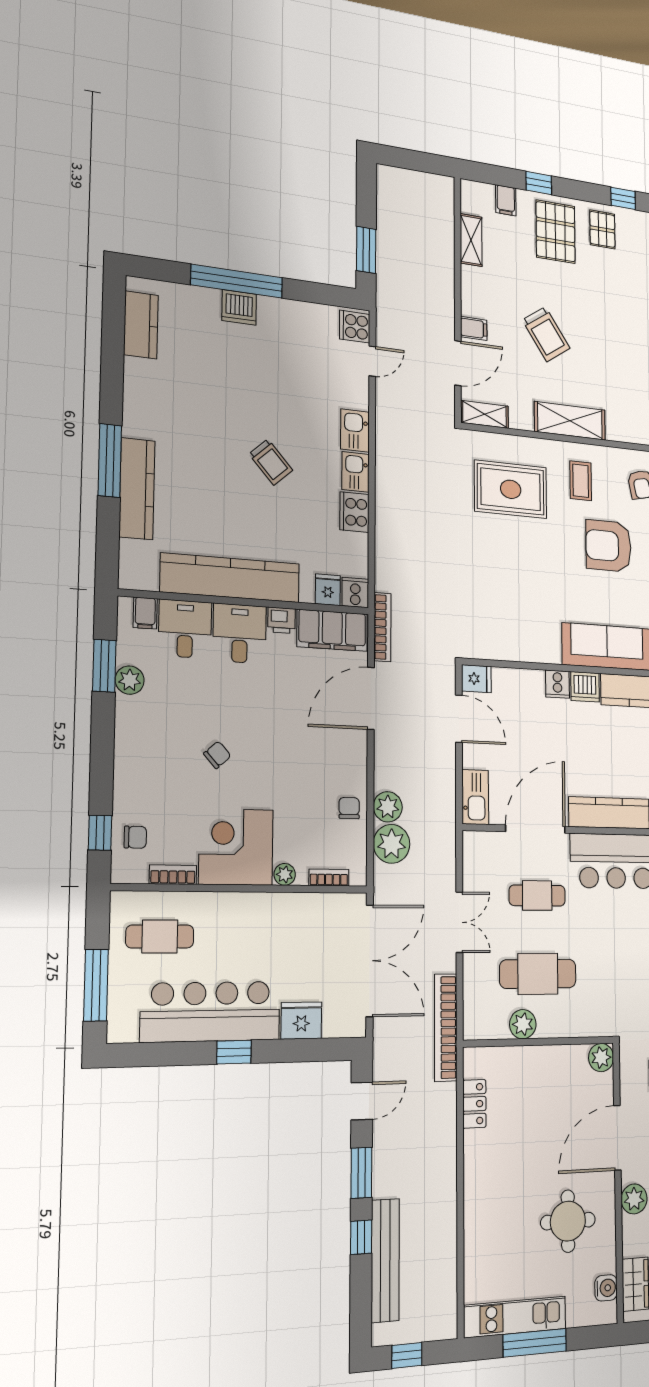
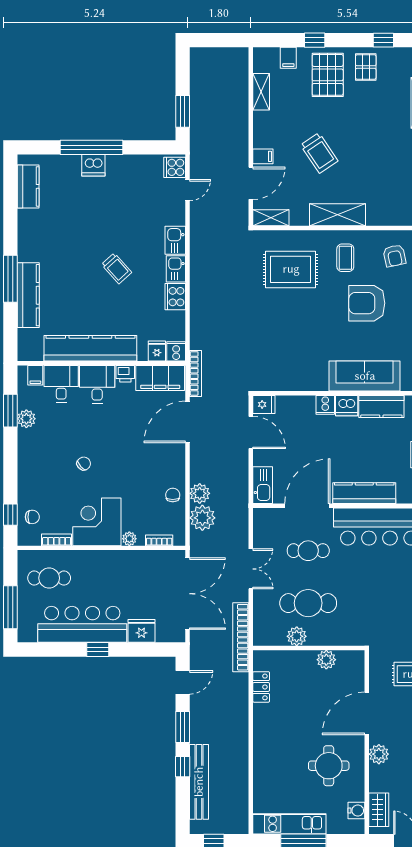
plant: (601, 1058) -> (326, 660), moved

